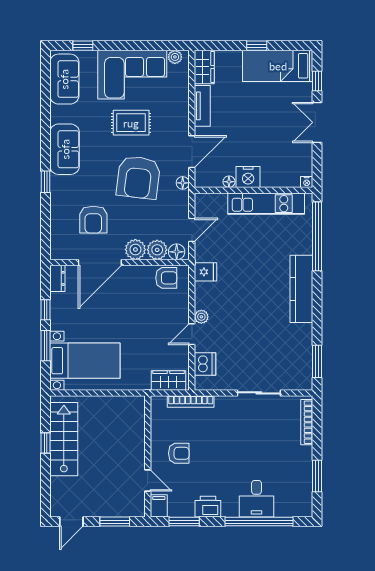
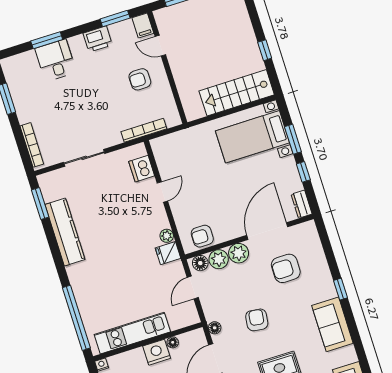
armchair: (138, 177) -> (257, 320), width x0.53, depth x0.53
armchair: (93, 220) -> (286, 268), turned -90
kitchen counter: (301, 289) -> (65, 232), moved
plant: (201, 317) -> (167, 236), moved
wardrobe: (168, 380) -> (170, 143), removed
stairs: (64, 439) -> (237, 93), moved, turned 90
window: (259, 522) -> (47, 40), width x0.47

